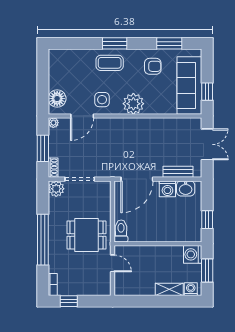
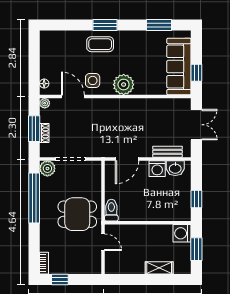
armchair: (153, 66) -> (143, 48), removed
floor lamp: (57, 99) -> (44, 84), width x0.53, depth x0.53
door: (82, 116) -> (73, 97), swing flipped
shoe rack: (53, 168) -> (44, 133), moved
door: (137, 179) -> (127, 159), width x0.73
window: (43, 240) -> (34, 198), moved
washing machine: (191, 289) -> (180, 268), removed

